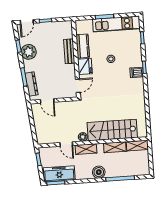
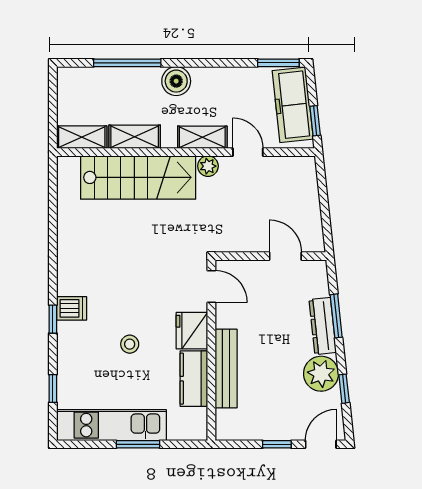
bench: (69, 51) -> (226, 368), width x1.36
dresser: (31, 84) -> (323, 326), moved
door: (78, 86) -> (211, 287), swing flipped
freezer: (59, 174) -> (293, 105), moved, turned 84

